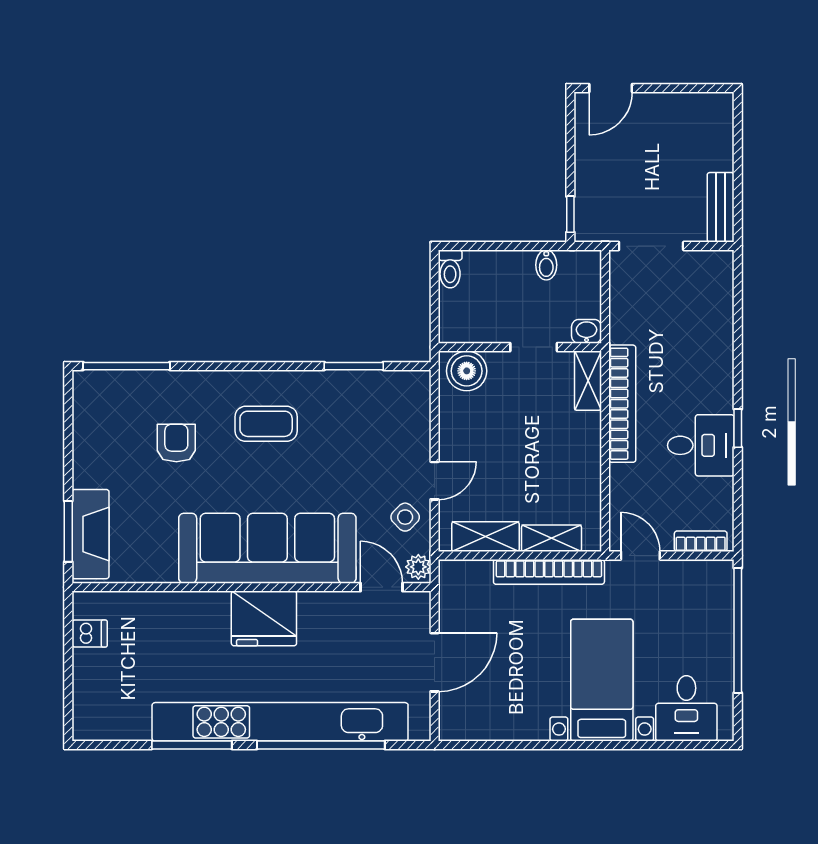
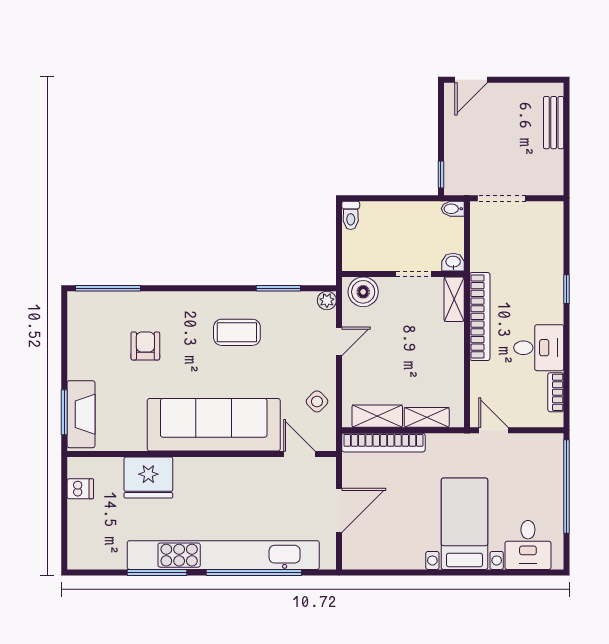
bench: (721, 207) -> (554, 123), moved
bidet: (546, 265) -> (453, 209), moved, turned 90
coffee table: (266, 424) -> (237, 332), moved
window: (738, 428) -> (566, 289), moved
door: (435, 481) -> (339, 341), moved
bookcase: (701, 541) -> (556, 392), moved, turned -90
plant: (418, 567) -> (327, 300), moved
bookcase: (549, 572) -> (383, 443), moved
fridge: (264, 618) -> (148, 477), moved

